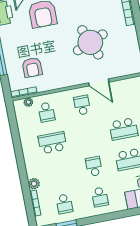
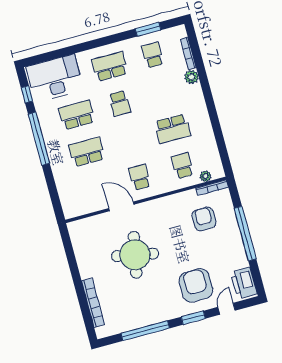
round table: (90, 42) -> (135, 255), turned 33
school desk: (82, 105) -> (140, 177), turned 180
school desk: (100, 197) -> (110, 66), width x1.85

